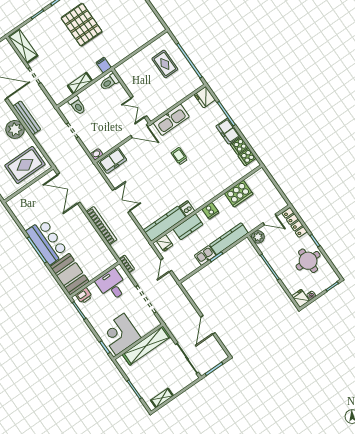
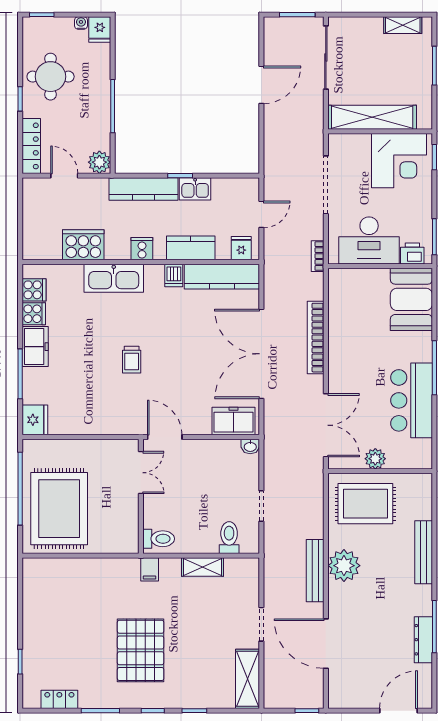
rug: (165, 64) -> (59, 509), width x1.86, depth x2.06
kitchen sink: (171, 120) -> (114, 278), moved, turned 180
plant: (35, 189) -> (375, 459), added
double door: (121, 201) -> (261, 354), width x1.87
bar counter: (47, 242) -> (412, 400), moved
desk: (112, 285) -> (369, 240), width x1.37

